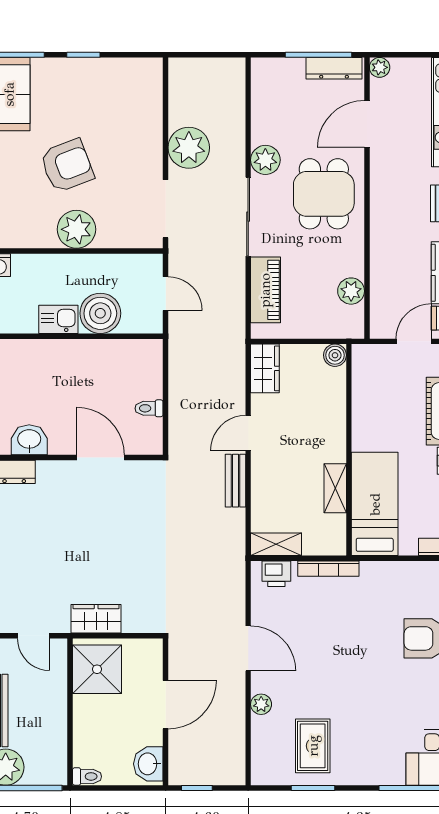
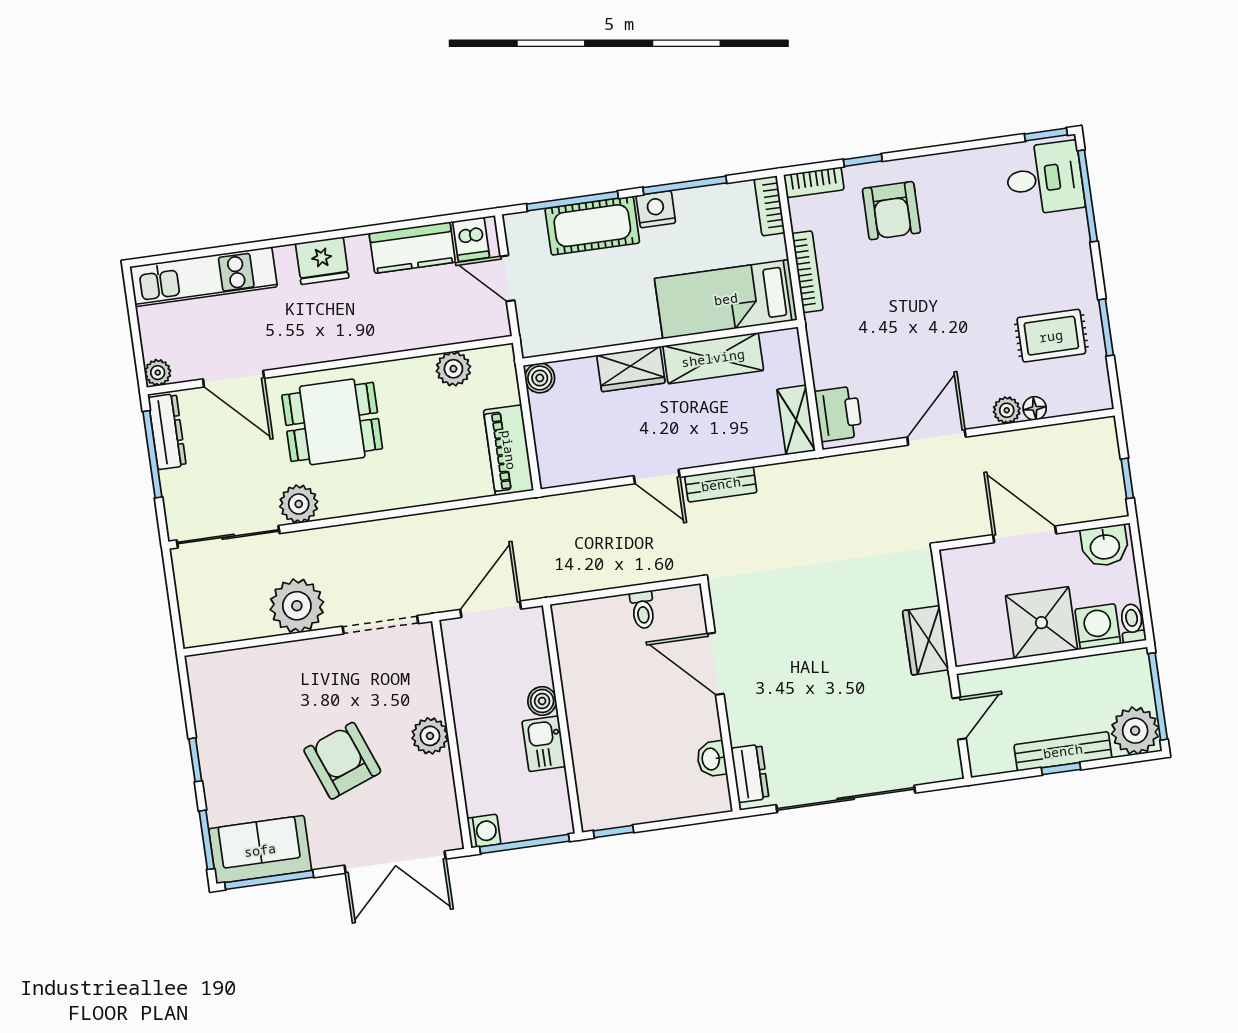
sliding door: (248, 217) -> (228, 537), moved
plant: (76, 229) -> (430, 736), width x0.73, depth x0.73
piano: (265, 290) -> (509, 450), moved, turned -90
door: (166, 294) -> (491, 609), width x1.38
boiler: (100, 313) -> (542, 701), width x0.54, depth x0.54
wardrobe: (265, 368) -> (631, 369), moved, turned 180
washbasin: (29, 440) -> (712, 759), width x0.72, depth x0.69
door: (101, 458) -> (715, 664), hinge flipped
shelving: (335, 488) -> (713, 358), width x1.50, depth x1.33
bookcase: (328, 569) -> (808, 272), moved
printer: (276, 574) -> (838, 414), width x1.36, depth x1.24
shower: (97, 669) -> (1041, 623), moved
floor lamp: (260, 726) -> (1035, 408), added
washing machine: (88, 750) -> (1098, 627), added

